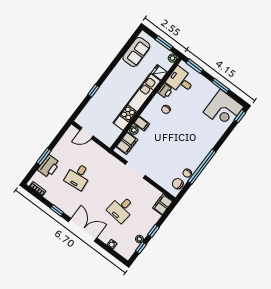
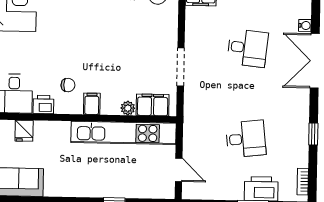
kitchen unit: (137, 102) -> (124, 133), moved
filing cabinet: (142, 124) -> (92, 104), moved
double door: (83, 230) -> (315, 61), moved

